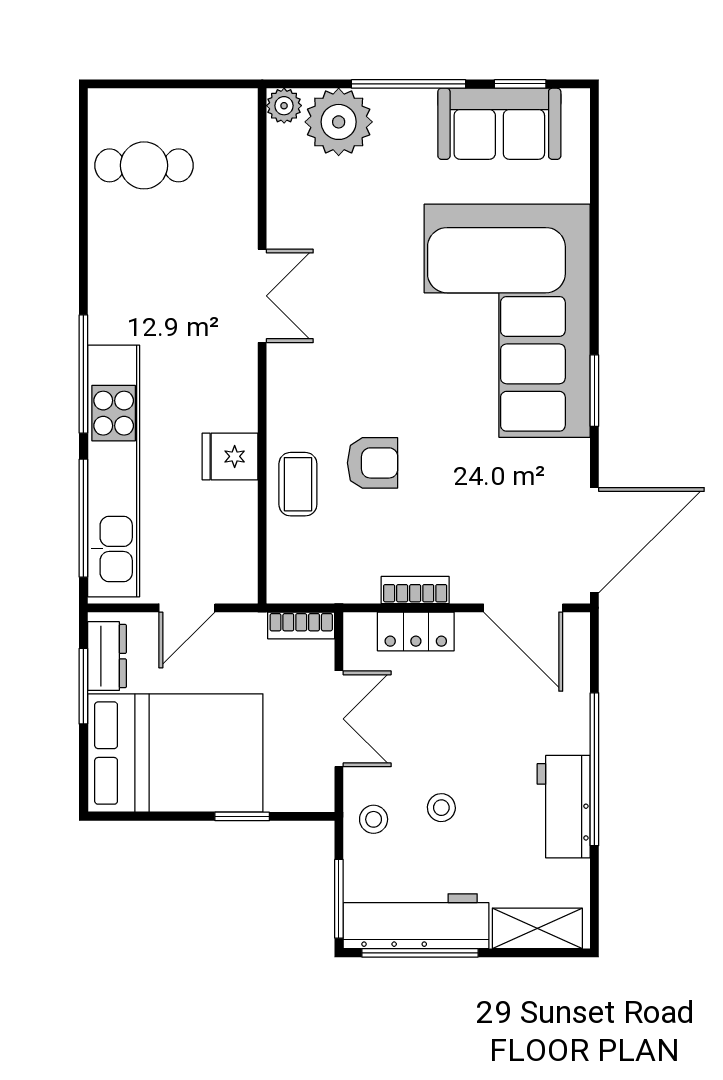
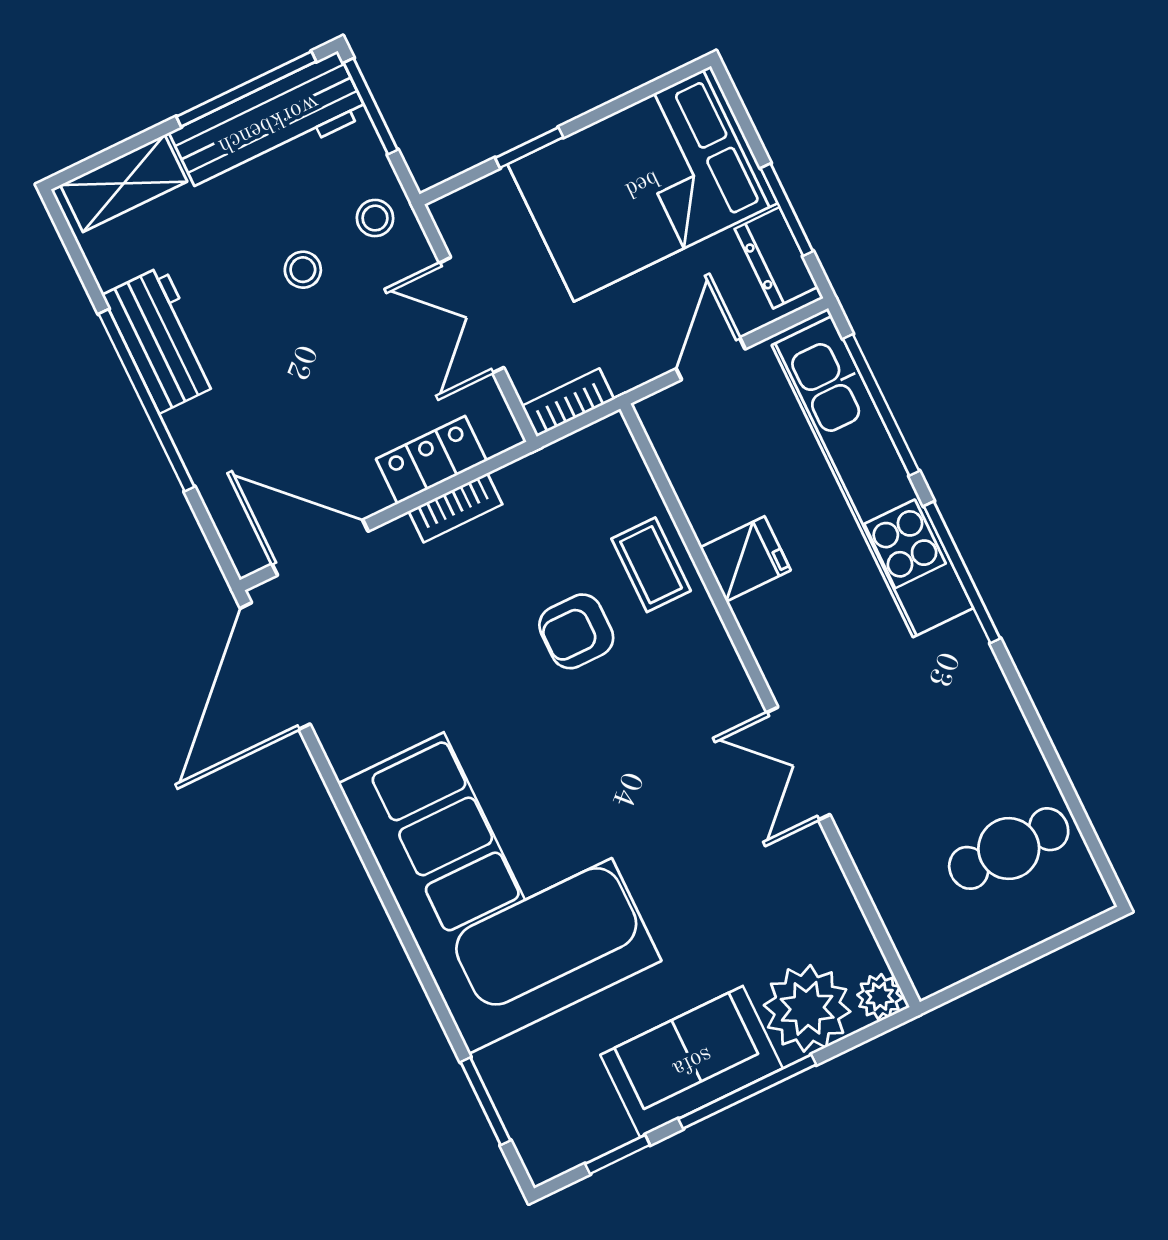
sofa: (499, 124) -> (692, 1062), moved
window: (594, 391) -> (485, 1101), moved

